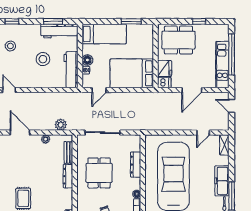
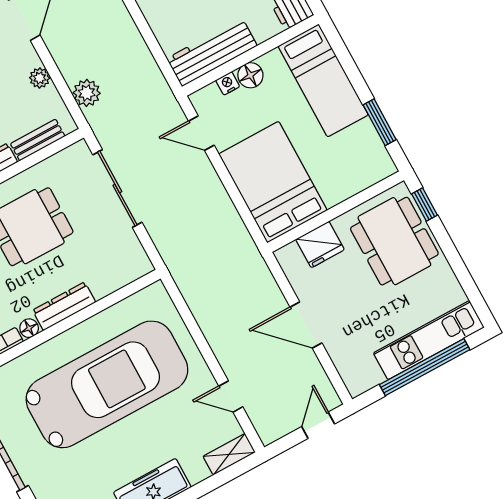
window: (199, 21) -> (424, 205), moved
kitchen unit: (222, 65) -> (429, 340), moved
dishwasher: (164, 83) -> (290, 260), removed
dresser: (136, 165) -> (64, 306), moved

